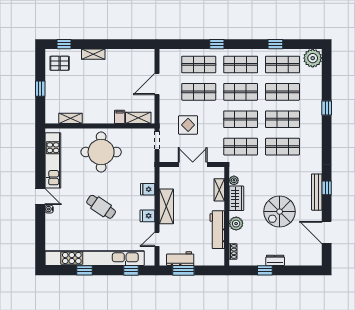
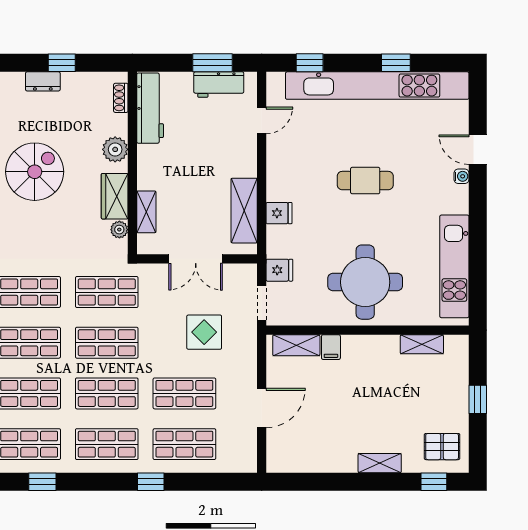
door: (40, 197) -> (478, 150), moved
shelving: (166, 206) -> (244, 211), moved
cafe table: (101, 207) -> (365, 181), turned -34
fridge: (147, 216) -> (279, 270), moved
workbench: (217, 230) -> (150, 108), moved

